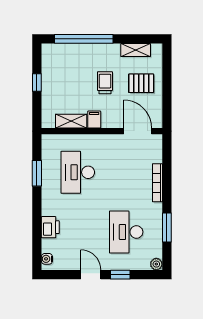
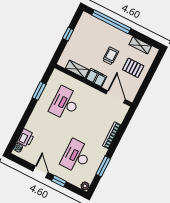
filing cabinet: (94, 120) -> (96, 78), width x2.00
printer: (50, 227) -> (26, 138), moved

